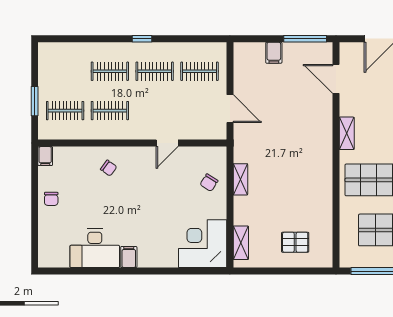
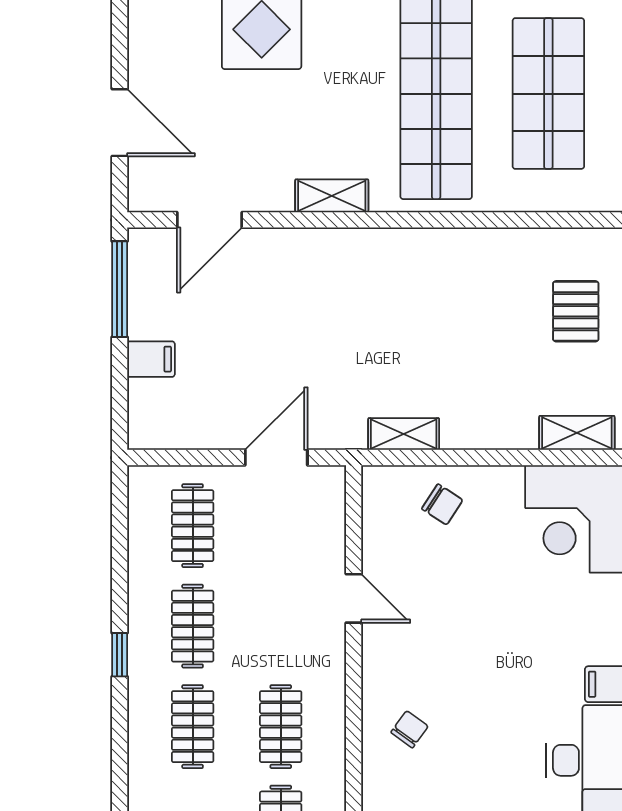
shelving: (240, 179) -> (404, 434), moved

